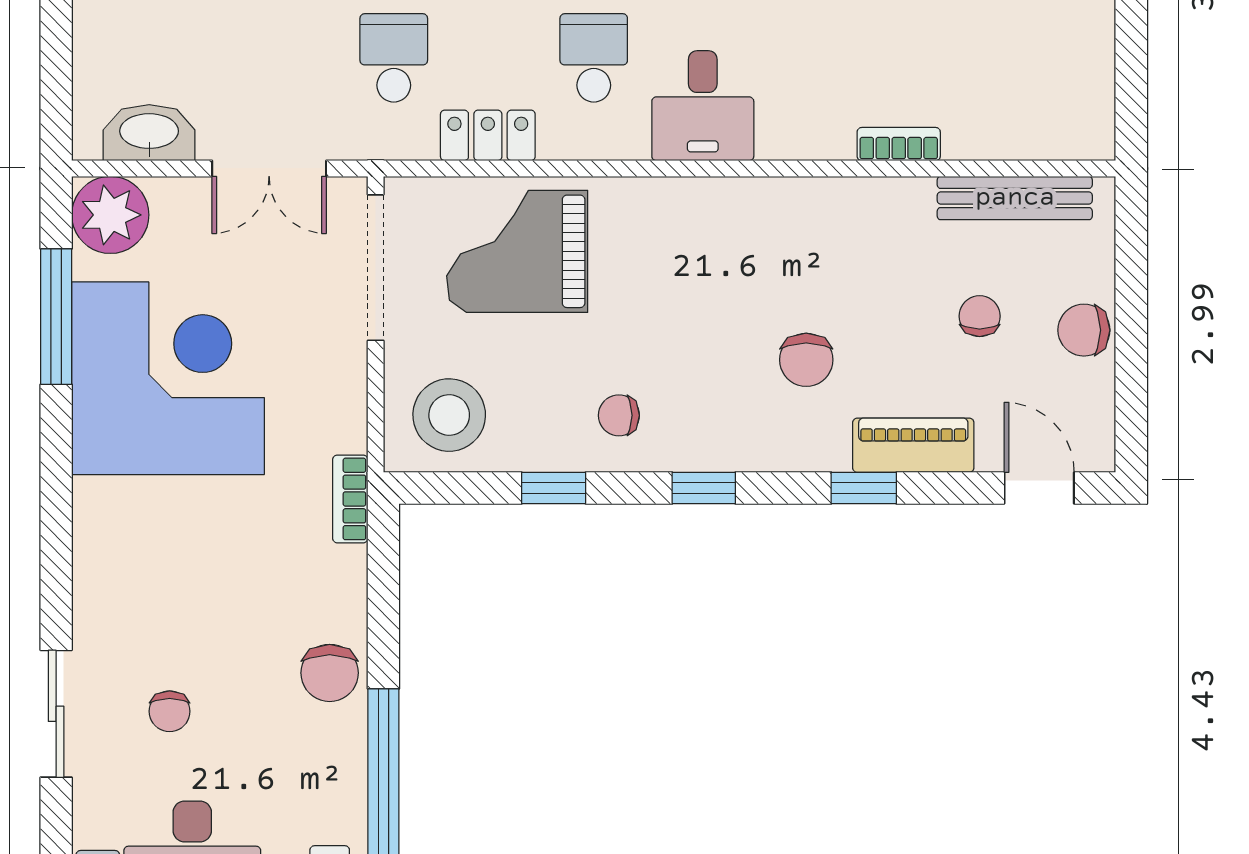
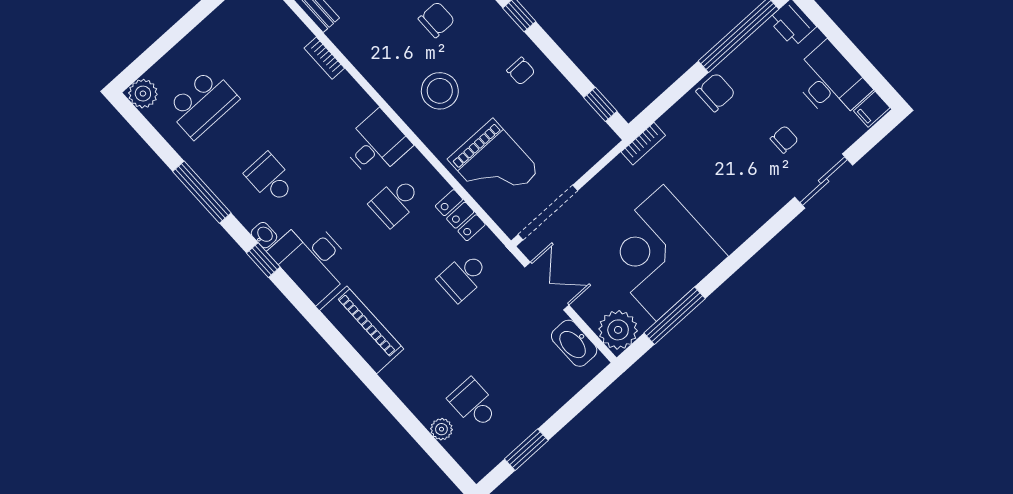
stool: (449, 415) -> (440, 91), moved
window: (554, 488) -> (600, 104), moved

